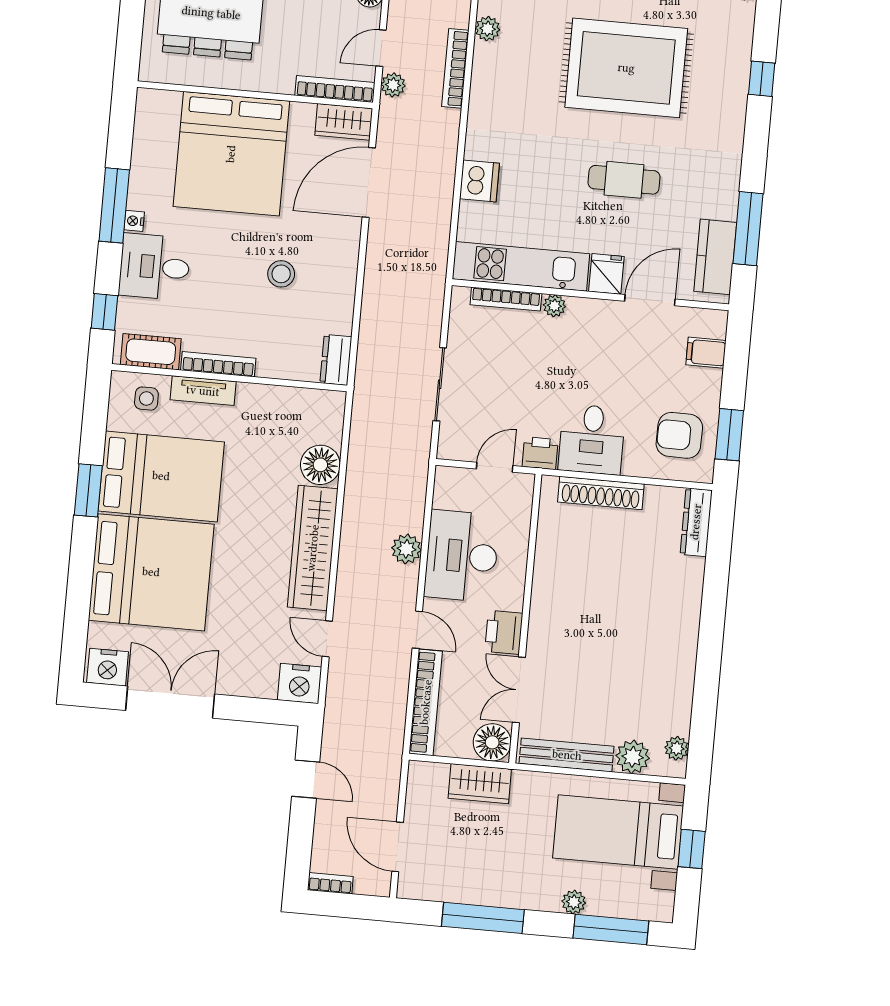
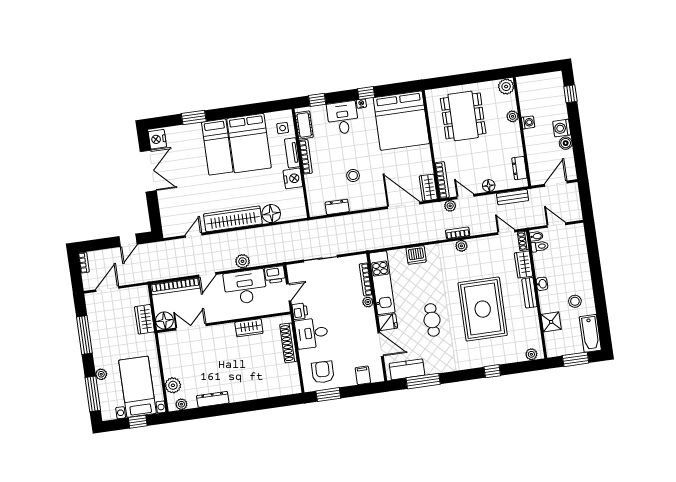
plant: (488, 29) -> (461, 246), moved
bookcase: (455, 68) -> (458, 233), width x0.64
bed: (231, 154) -> (401, 121), moved, turned -90
window: (114, 205) -> (366, 93), width x0.46
dresser: (336, 360) -> (337, 207), moved
door: (495, 467) -> (289, 292), hinge flipped
window: (88, 490) -> (194, 118), moved
dresser: (696, 522) -> (213, 399), moved
wardrobe: (549, 569) -> (249, 328), added
bed: (151, 572) -> (217, 147), width x0.49
printer: (504, 632) -> (275, 275), moved, turned 180
nightstand: (300, 684) -> (293, 178), moved, turned 180
bench: (567, 755) -> (167, 355), removed

